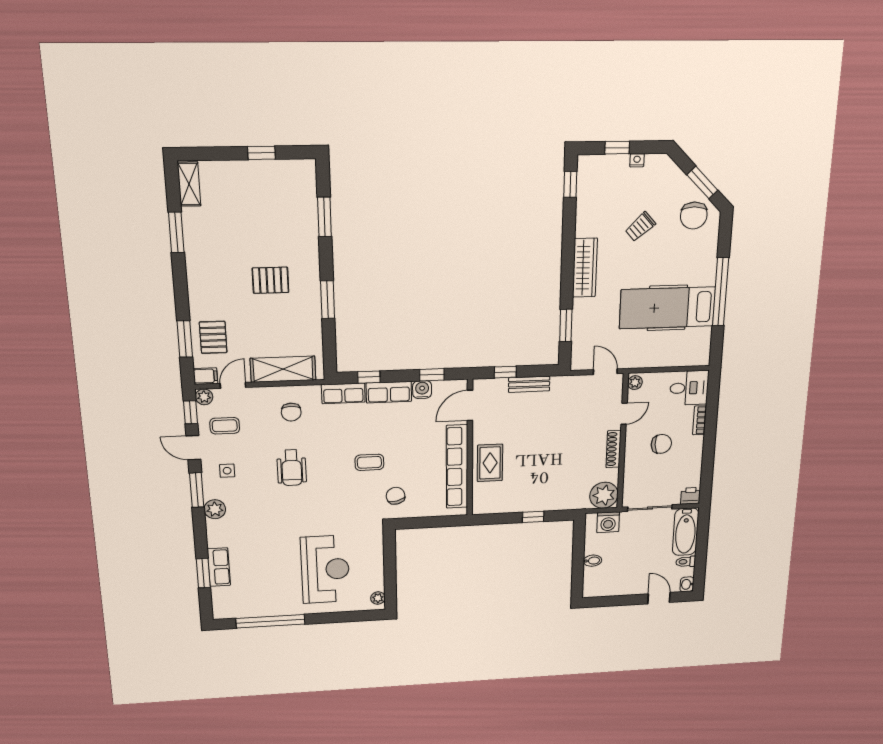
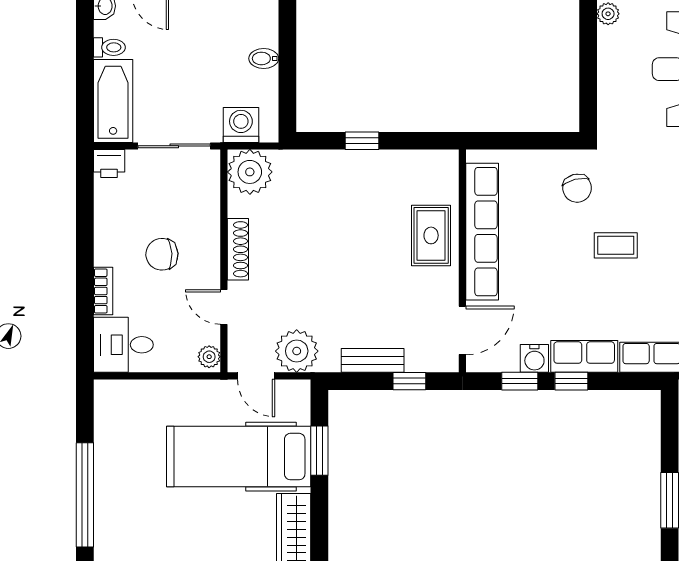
hospital bed: (667, 308) -> (239, 457), moved, turned 180
window: (369, 377) -> (571, 381), moved
plant: (578, 388) -> (297, 351), added
door: (624, 414) -> (224, 307), hinge flipped

